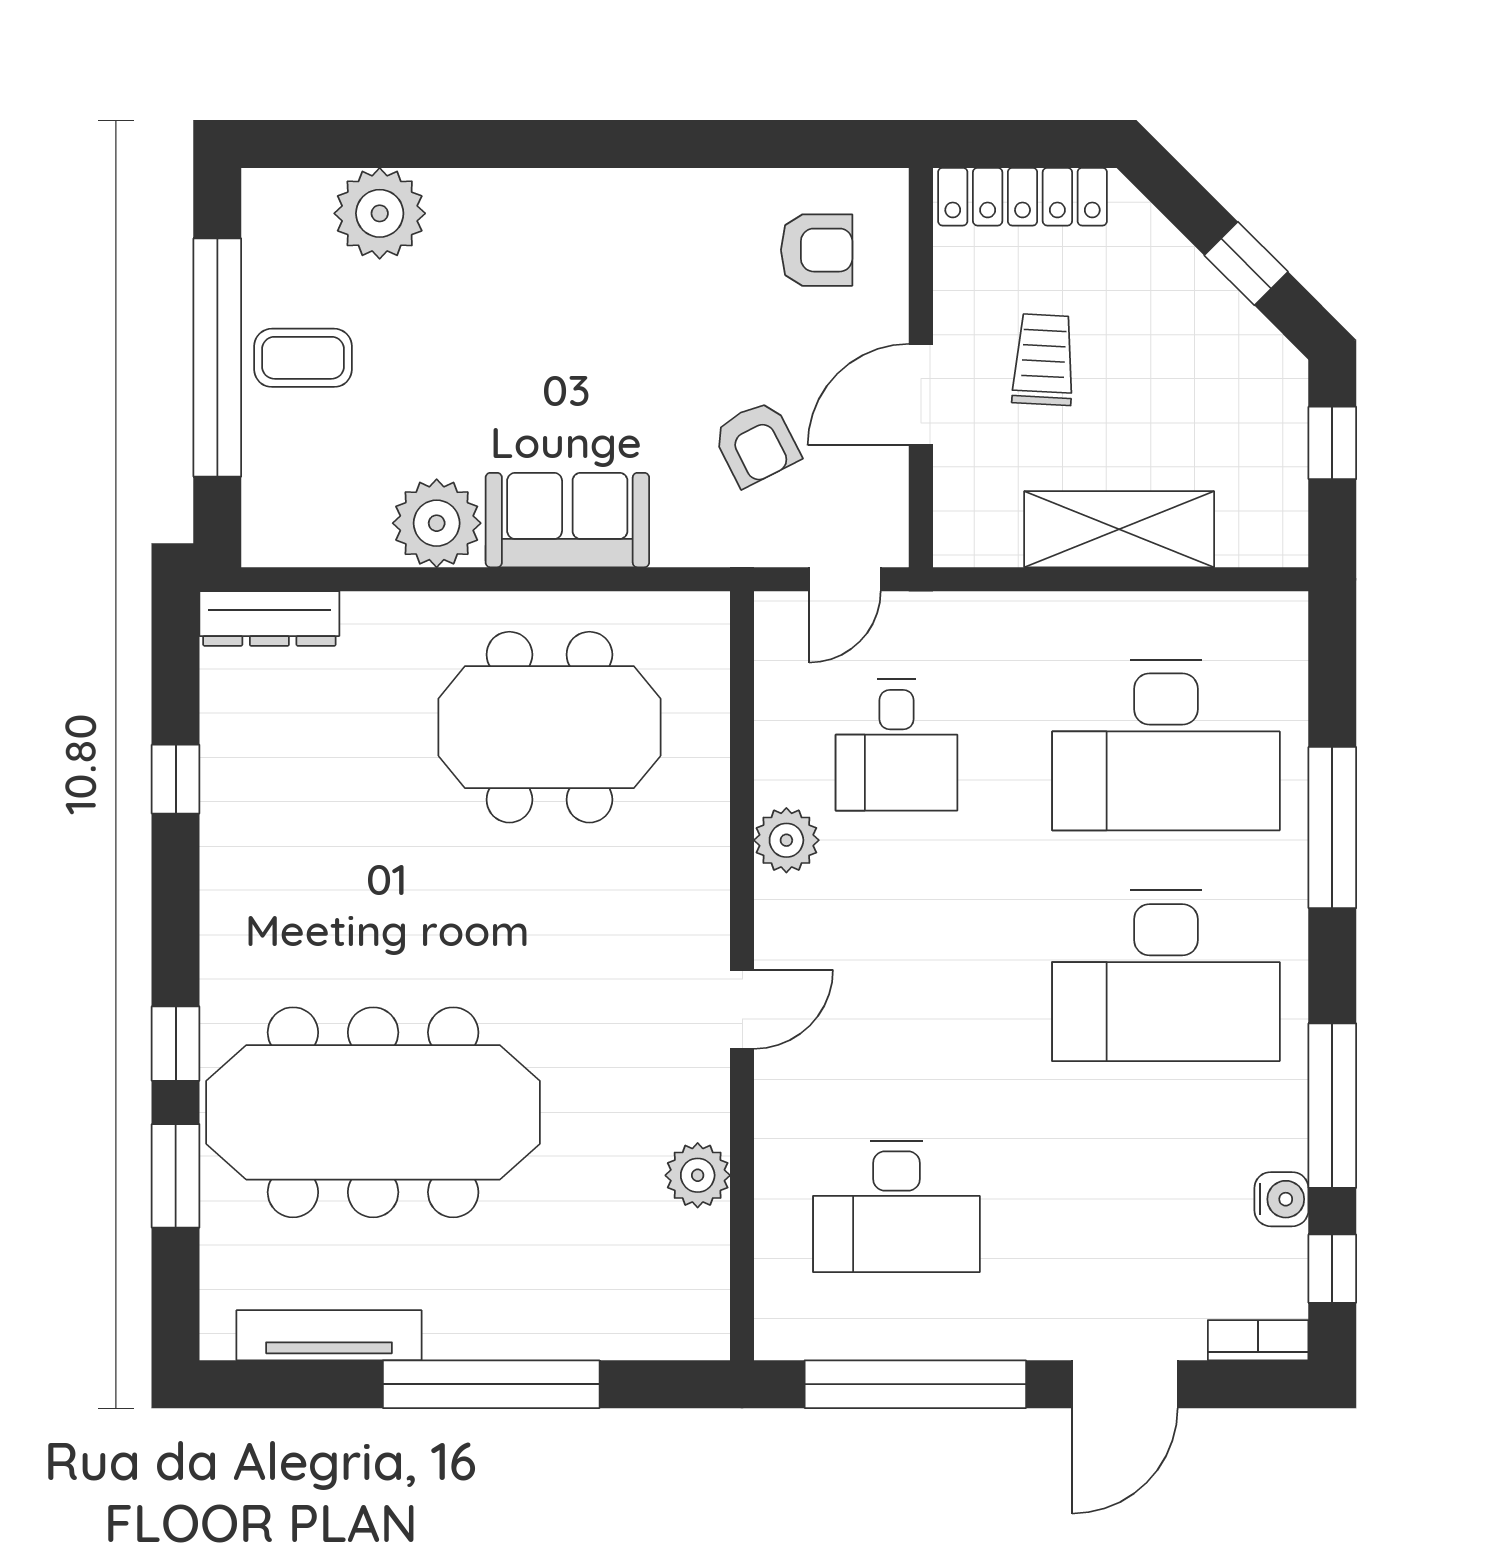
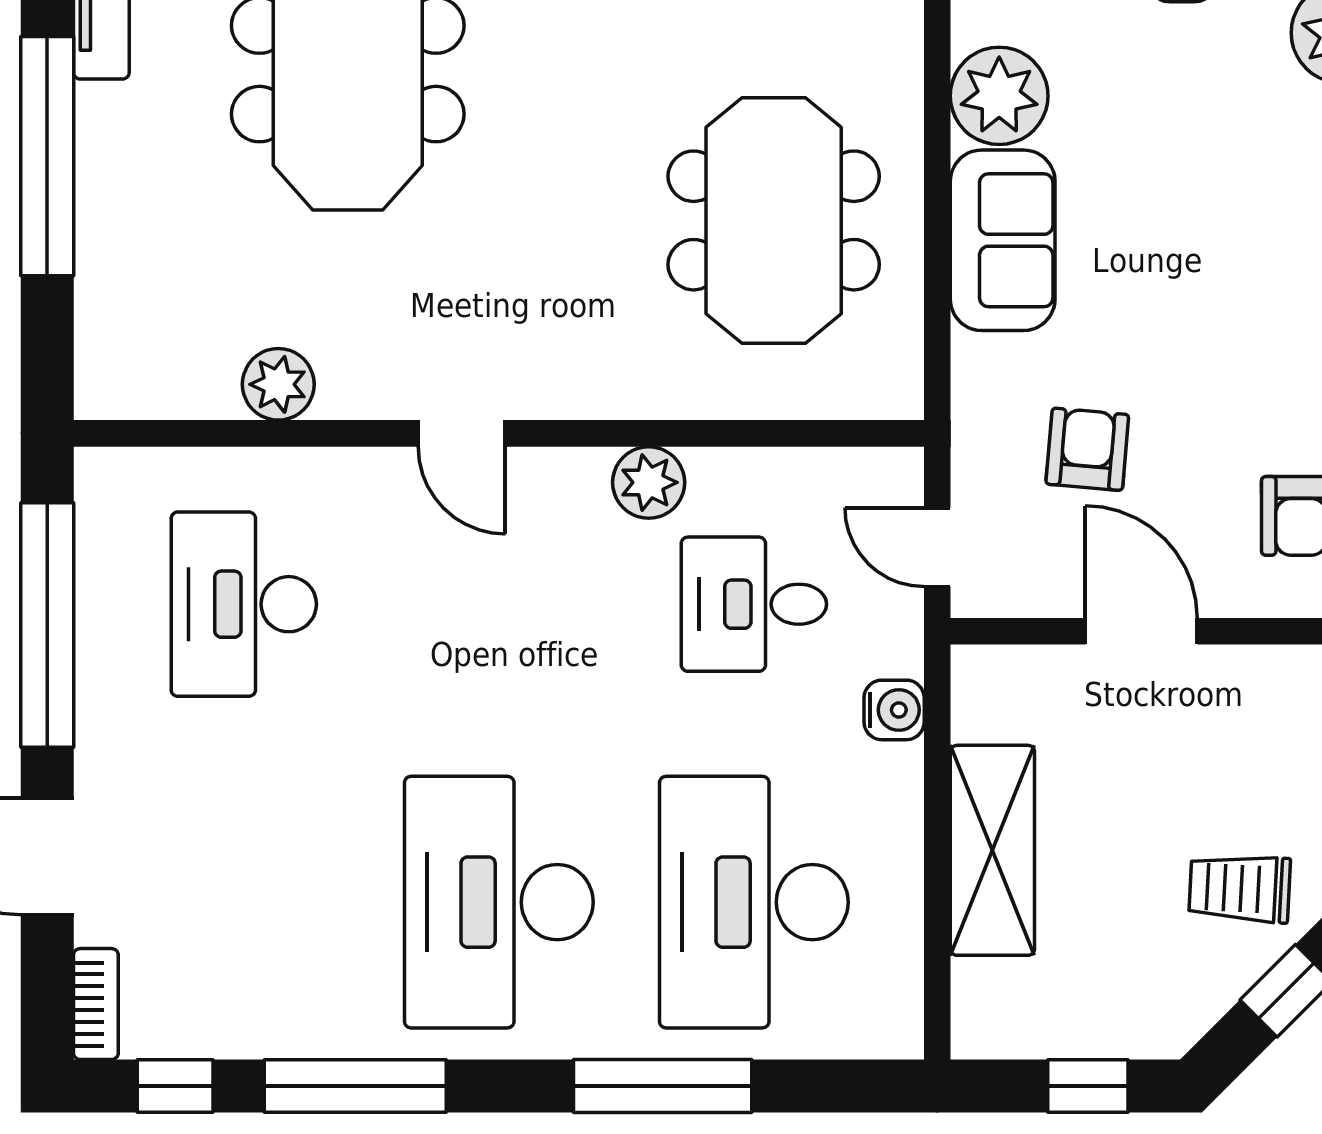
trolley: (1044, 360) -> (1240, 888), moved, turned 180
armchair: (756, 443) -> (1087, 449), turned 122
water cooler: (1281, 1199) -> (894, 710), moved, turned -90

